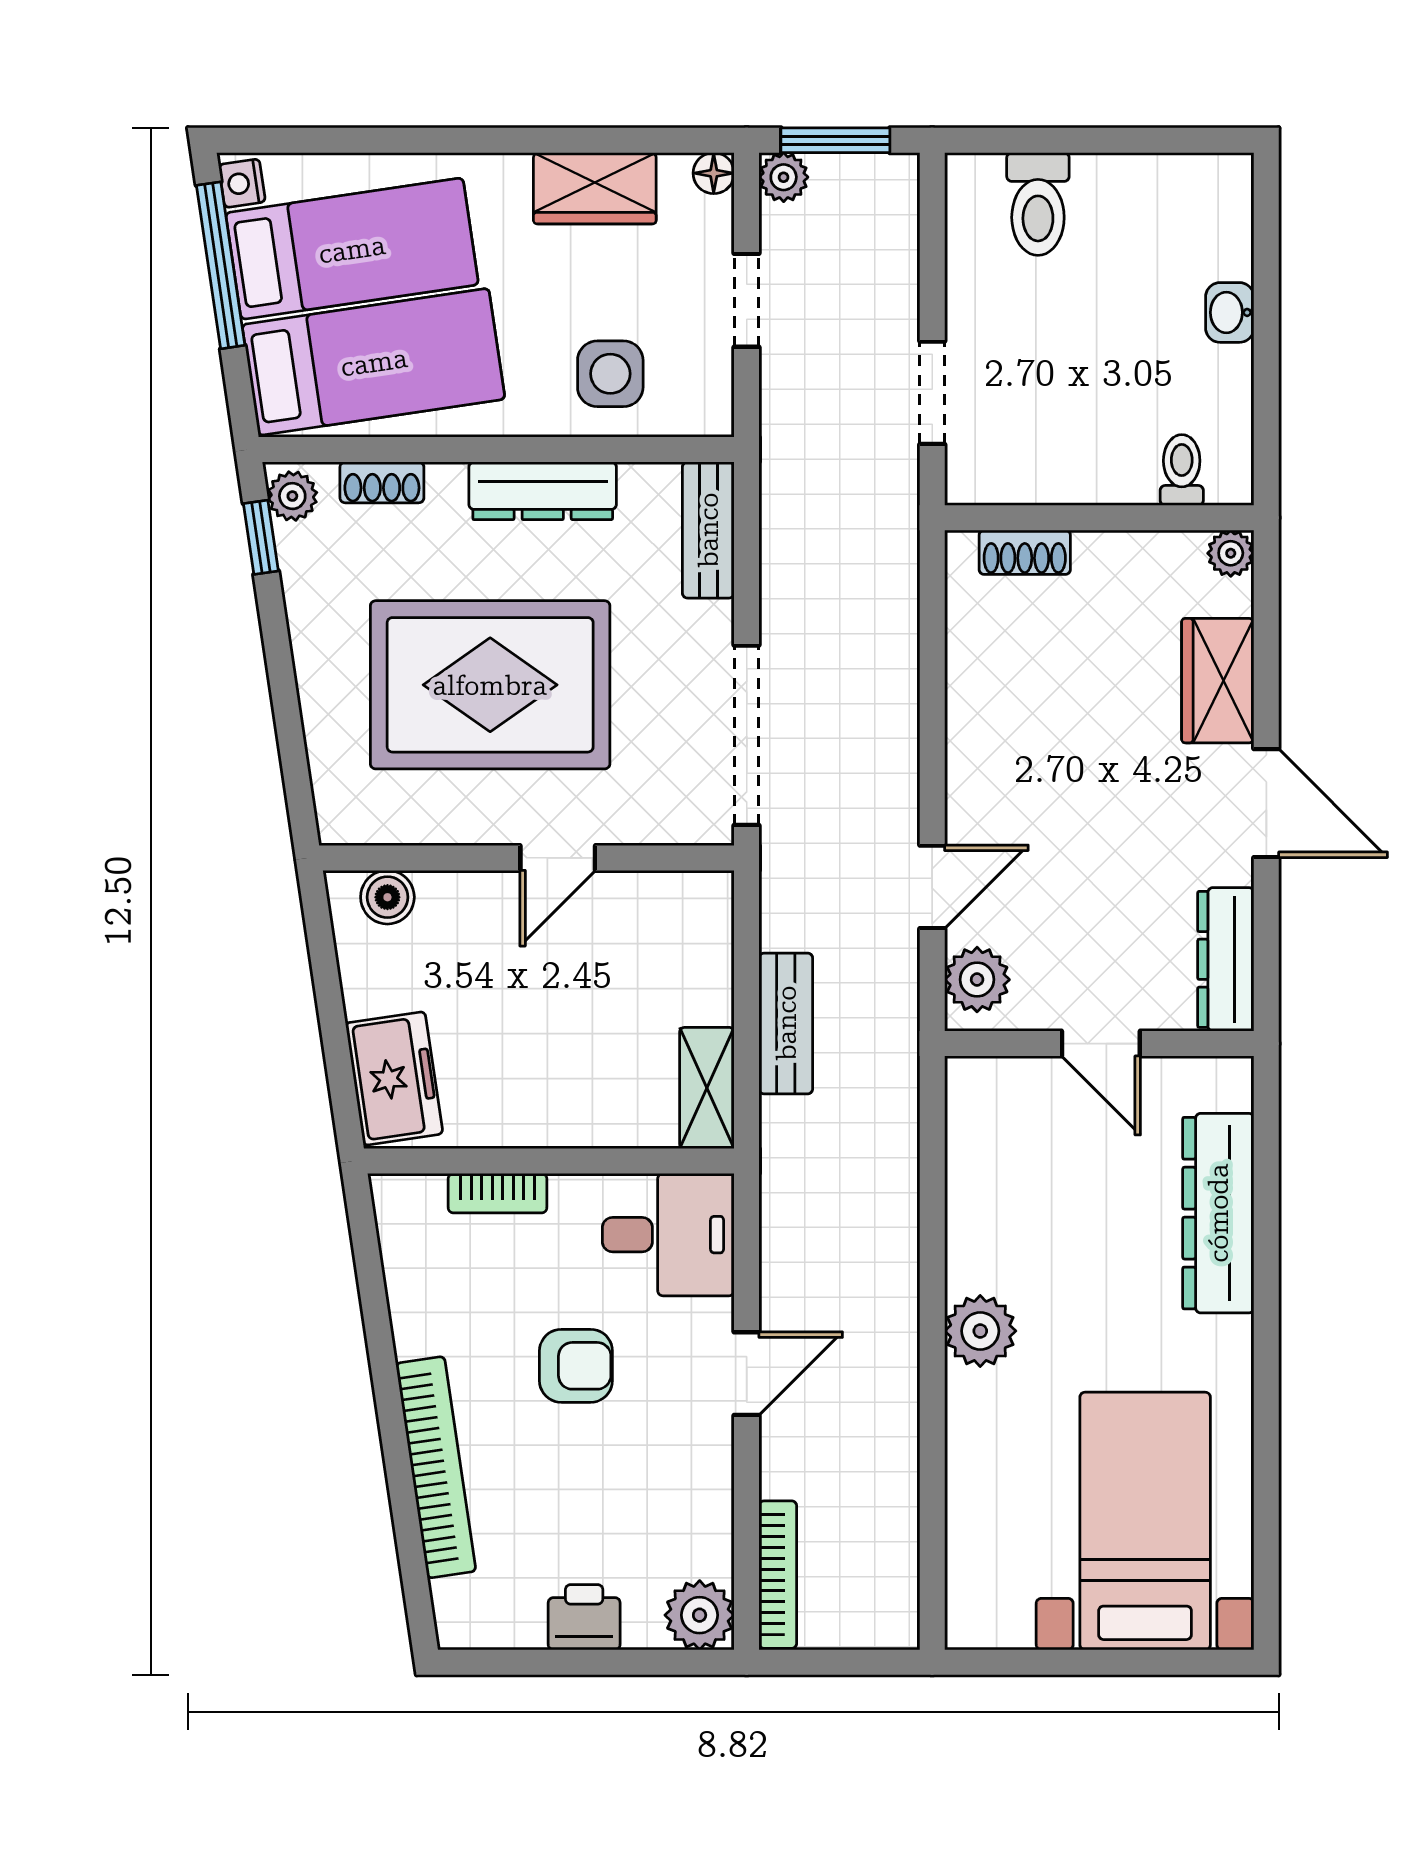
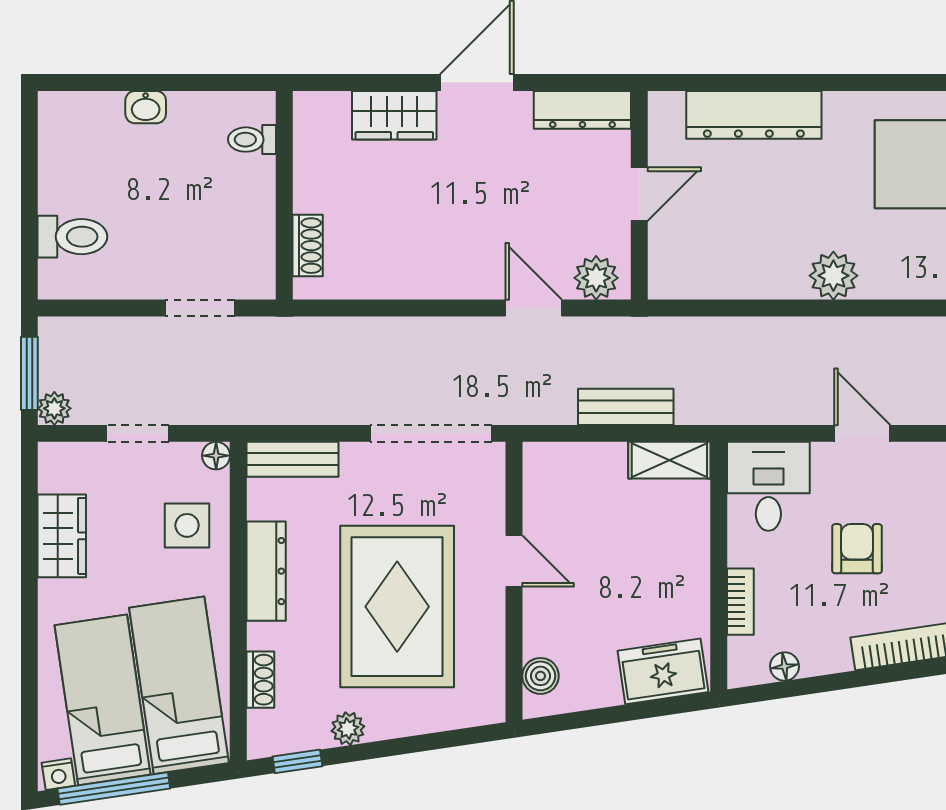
floor lamp: (714, 173) -> (216, 456), moved
plant: (292, 496) -> (348, 729), moved
plant: (1231, 553) -> (308, 106), removed
floor lamp: (401, 1258) -> (784, 666), added

